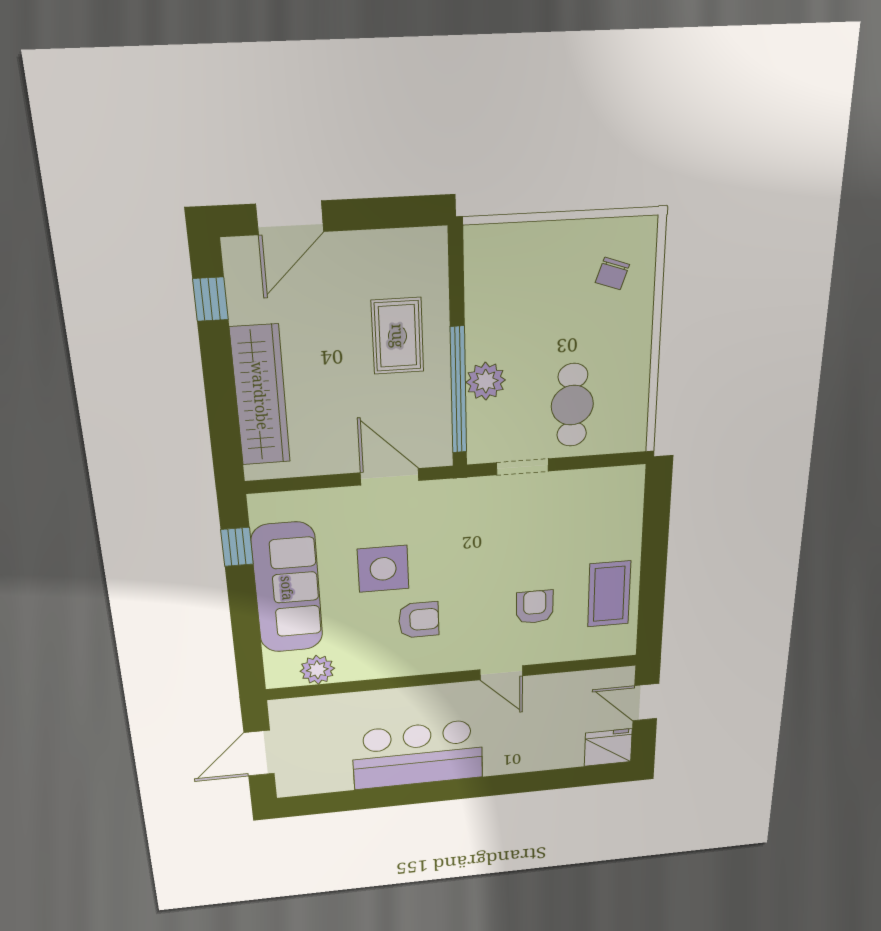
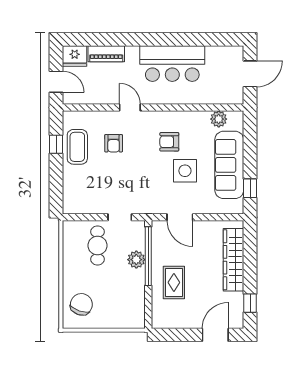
chair: (612, 274) -> (81, 304), width x1.87, depth x1.87
window: (652, 595) -> (56, 144), added
piano: (547, 757) -> (106, 54), added

